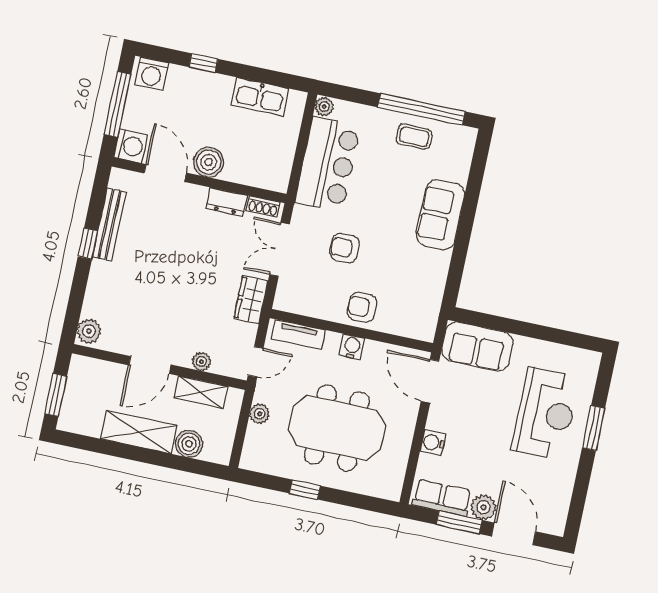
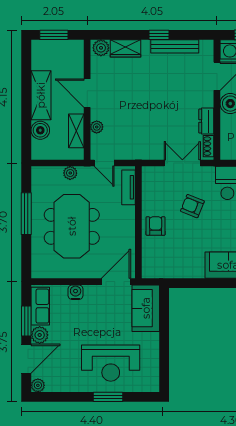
armchair: (345, 248) -> (192, 206), turned -68
wardrobe: (251, 300) -> (126, 48), moved, turned 180
water cooler: (352, 347) -> (128, 225), removed
window: (305, 489) -> (26, 214), width x2.17
plant: (555, 525) -> (38, 385), added

